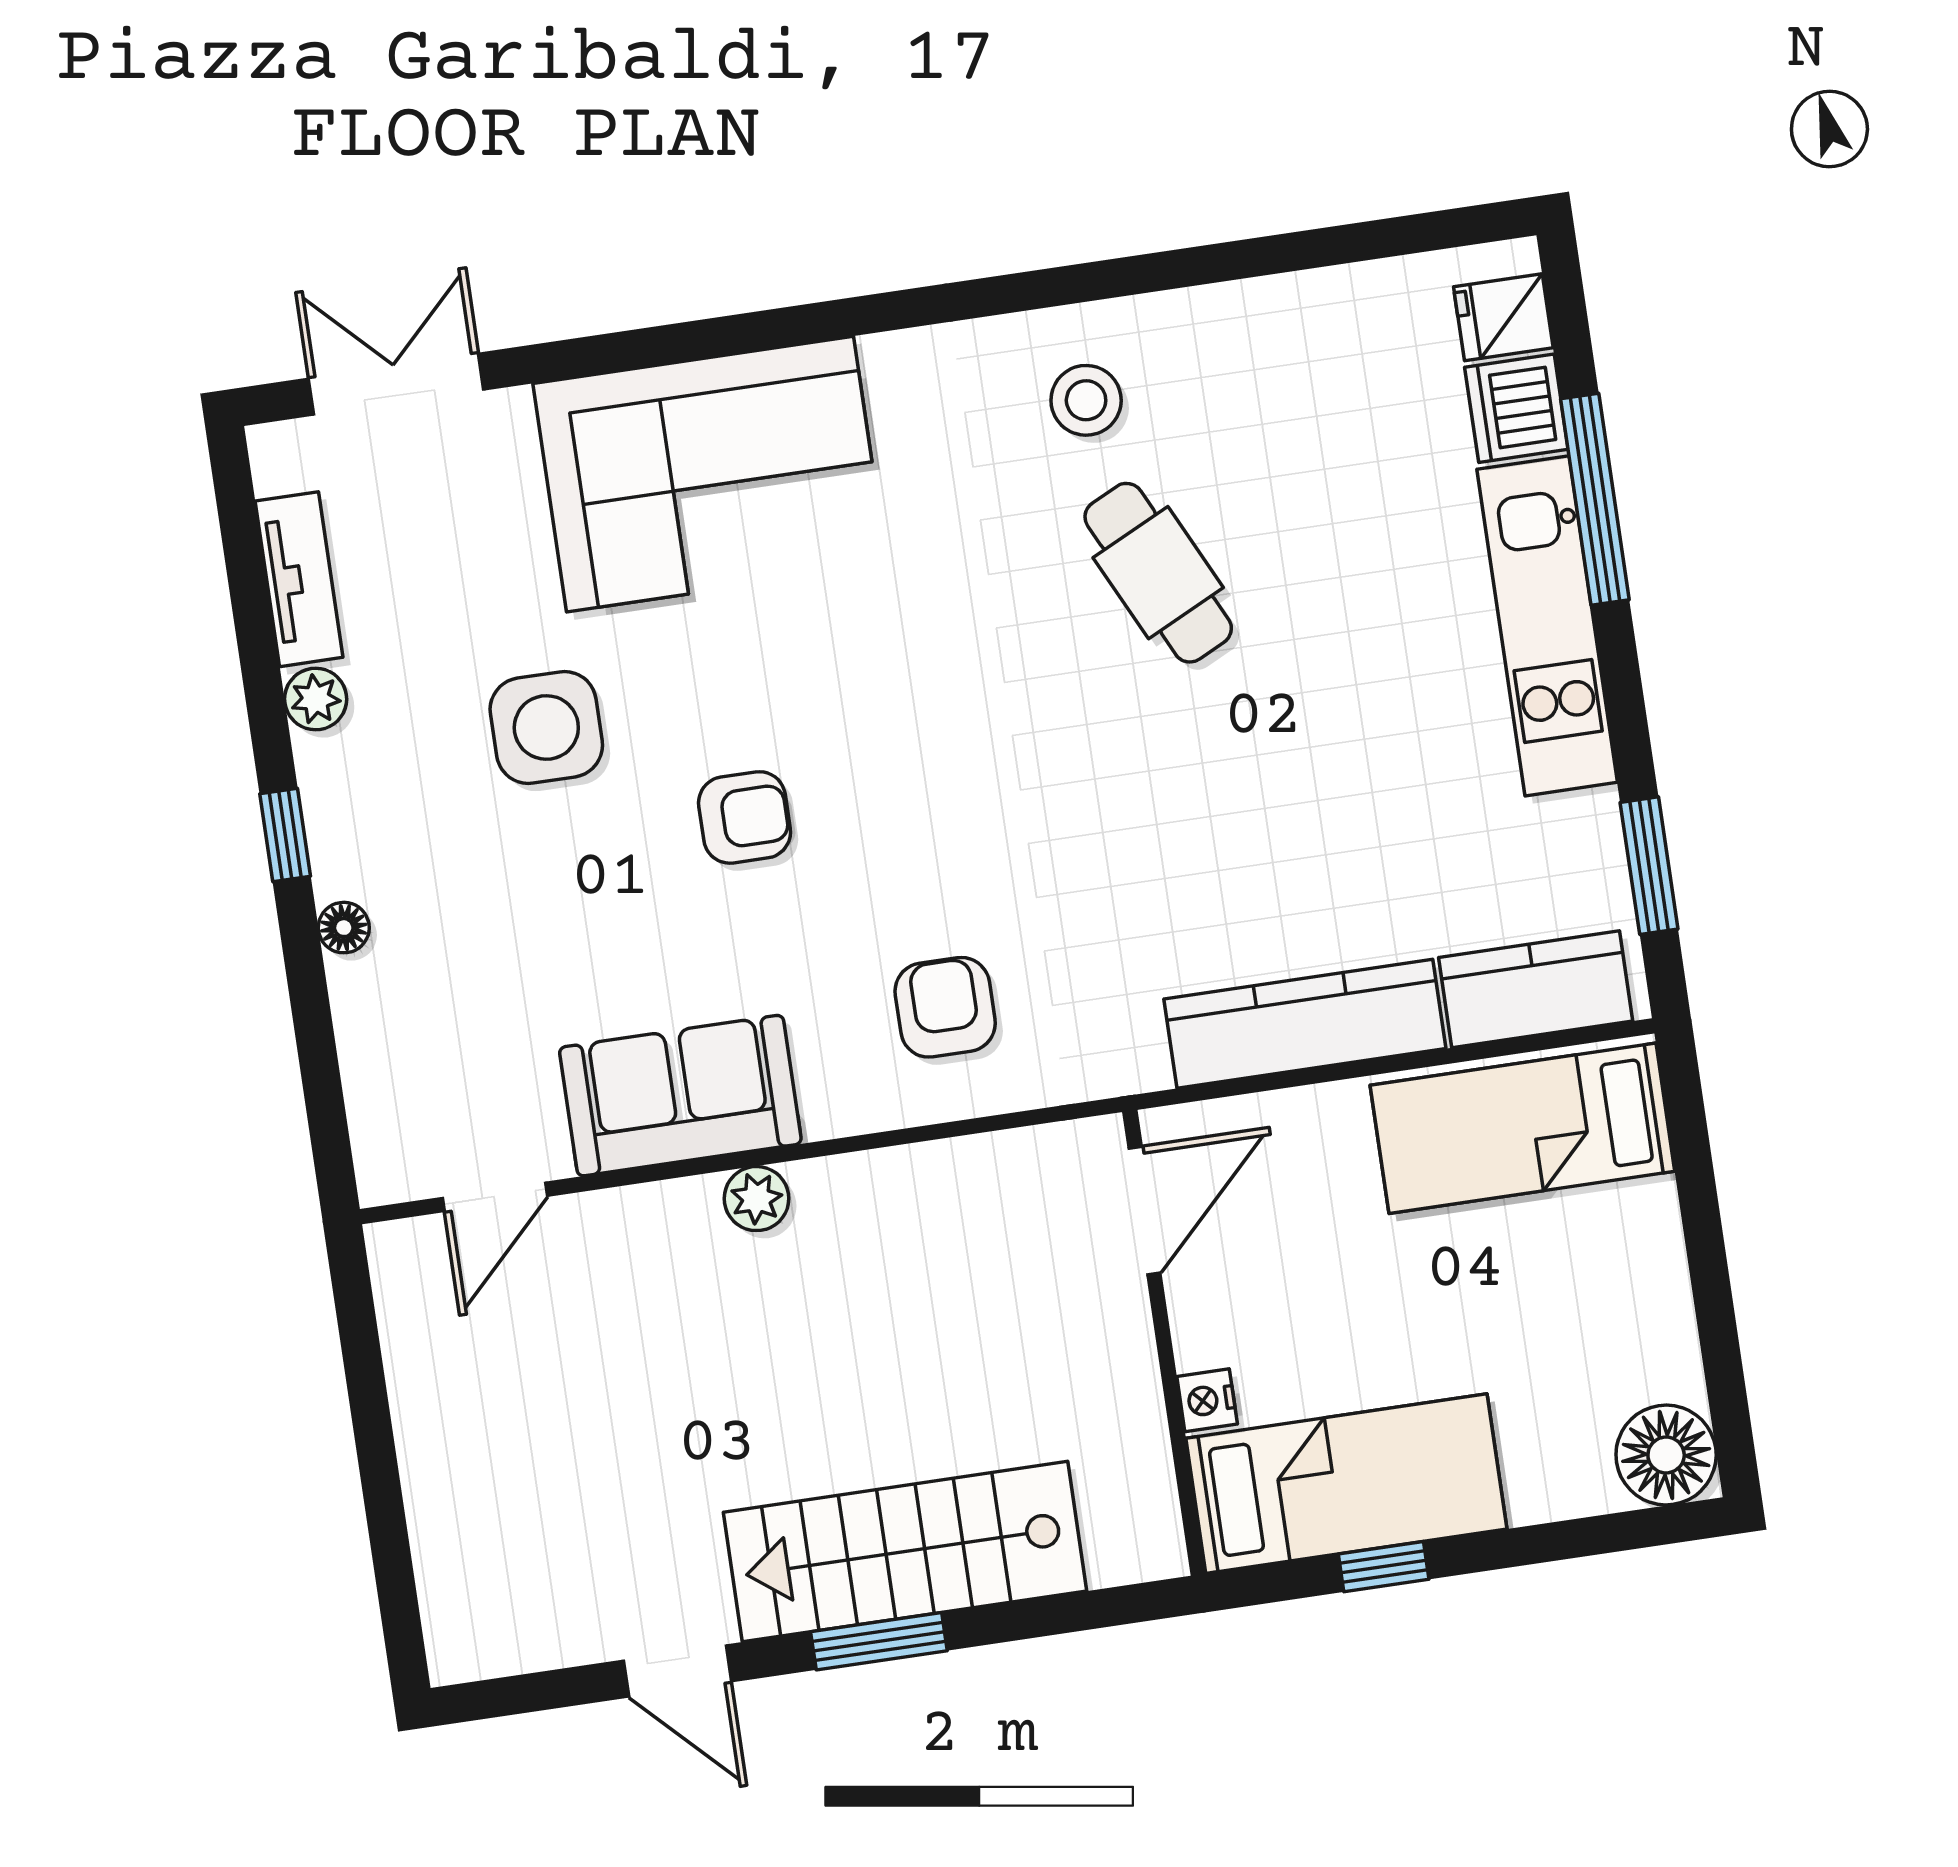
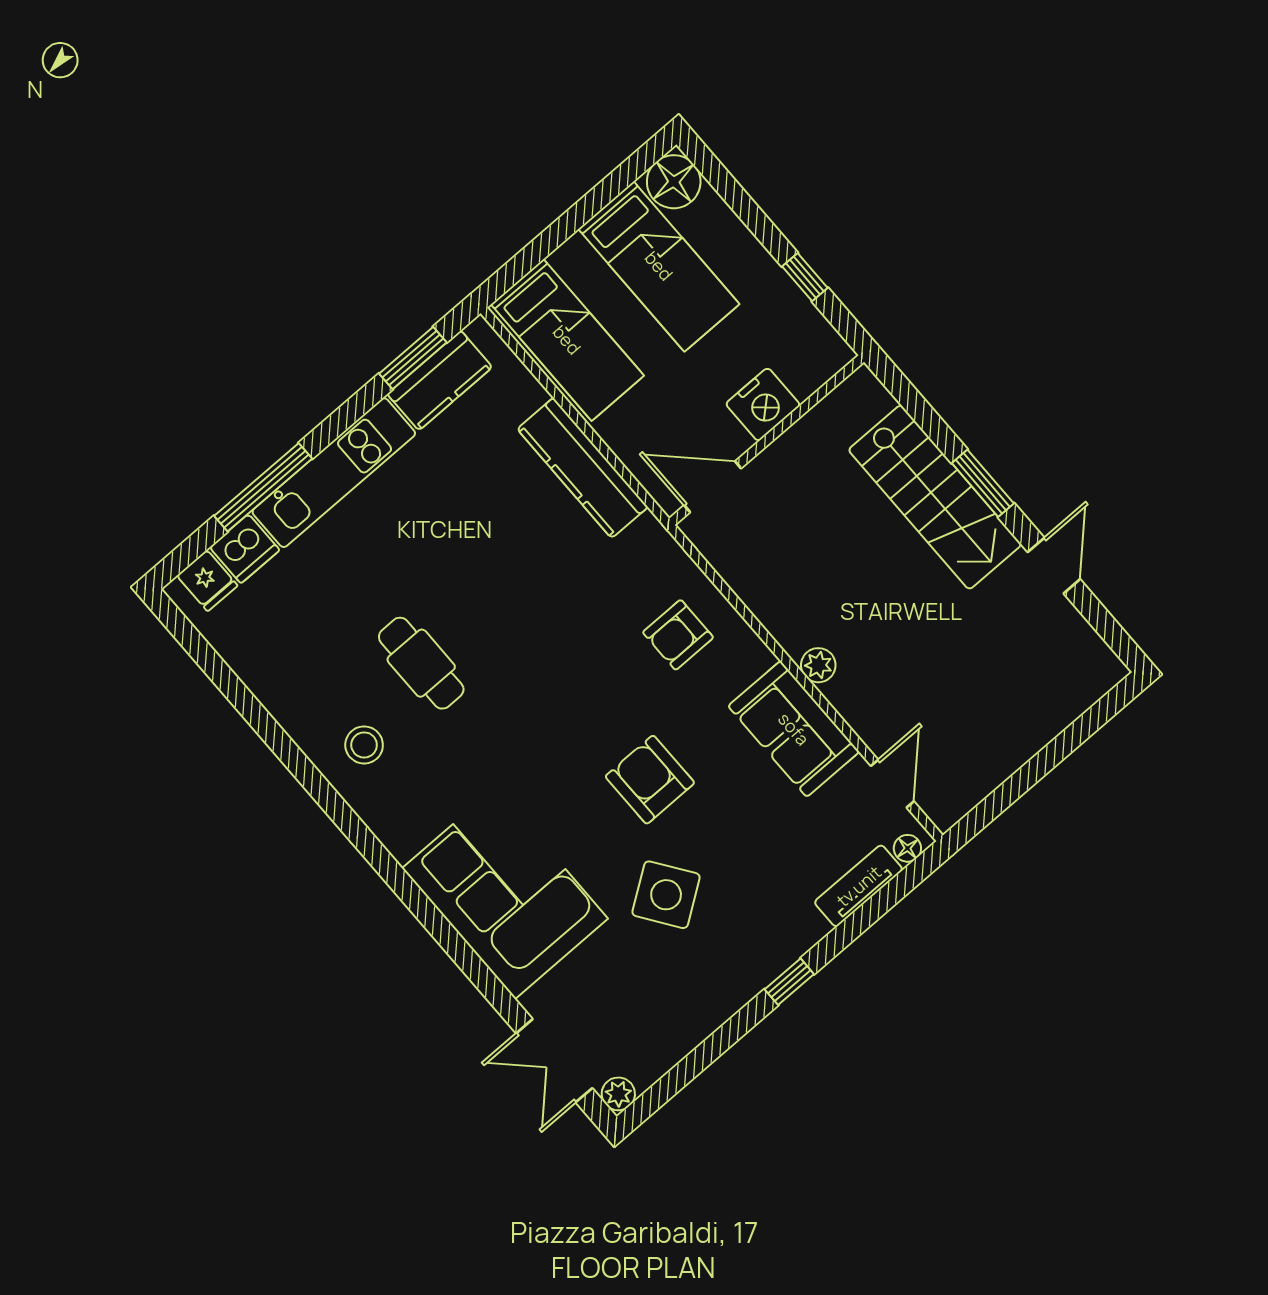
cafe table: (1158, 573) -> (421, 663), turned -64
tv unit: (299, 579) -> (859, 886), moved
plant: (316, 699) -> (618, 1094), moved
side table: (546, 727) -> (666, 895), turned -35
armchair: (745, 817) -> (650, 780), width x1.38, depth x1.38
floor lamp: (344, 928) -> (907, 848), moved
kitchen counter: (1536, 989) -> (440, 381), moved, turned -90
door: (495, 1197) -> (892, 784), hinge flipped
nightstand: (1207, 1400) -> (763, 404), width x1.89, depth x1.79
bed: (1346, 1484) -> (659, 266), moved, turned 180

